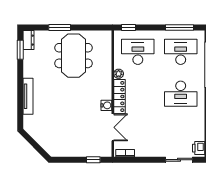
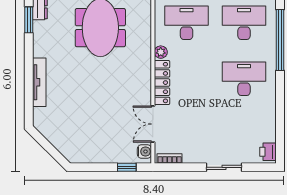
desk: (181, 94) -> (244, 79), turned 180
water cooler: (106, 105) -> (144, 151), moved
double door: (113, 127) -> (153, 124), swing flipped
sliding door: (179, 160) -> (224, 167), moved

